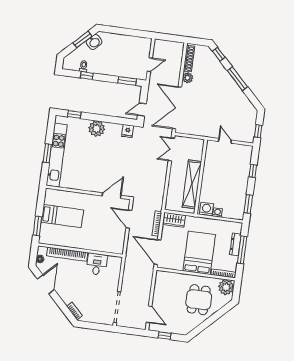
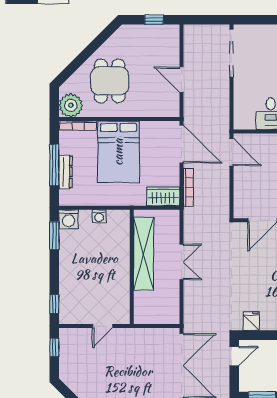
door: (225, 141) -> (103, 326), hinge flipped
double door: (171, 149) -> (182, 262), moved
window: (253, 171) -> (54, 304), moved
washing machine: (206, 209) -> (68, 219), moved
door: (129, 219) -> (231, 152), moved
door: (149, 314) -> (182, 80), moved

